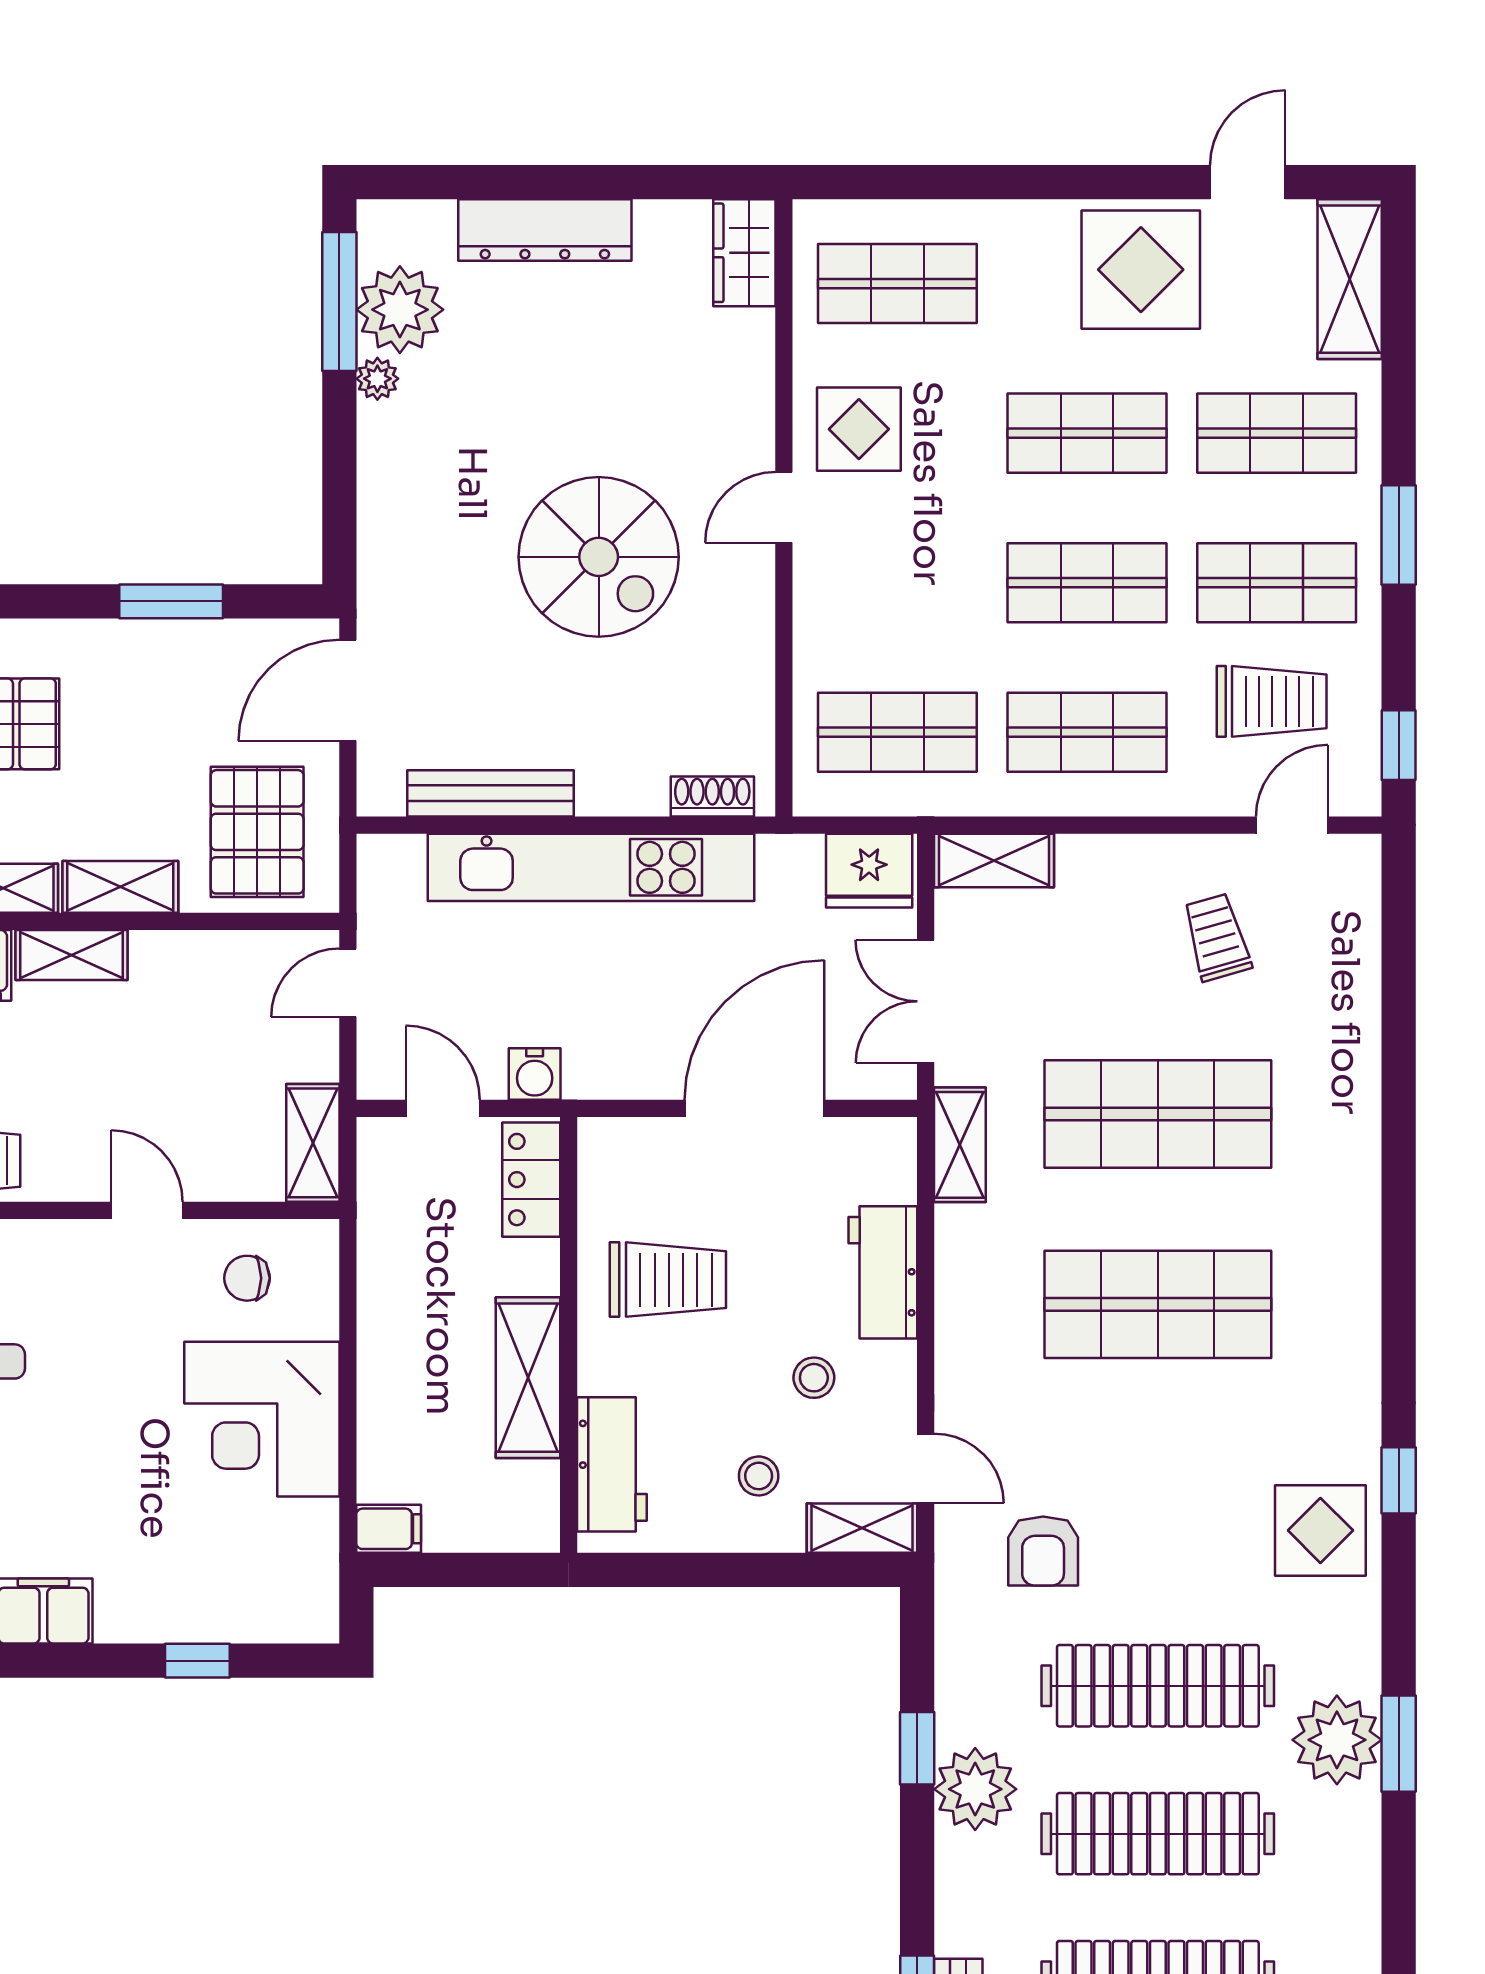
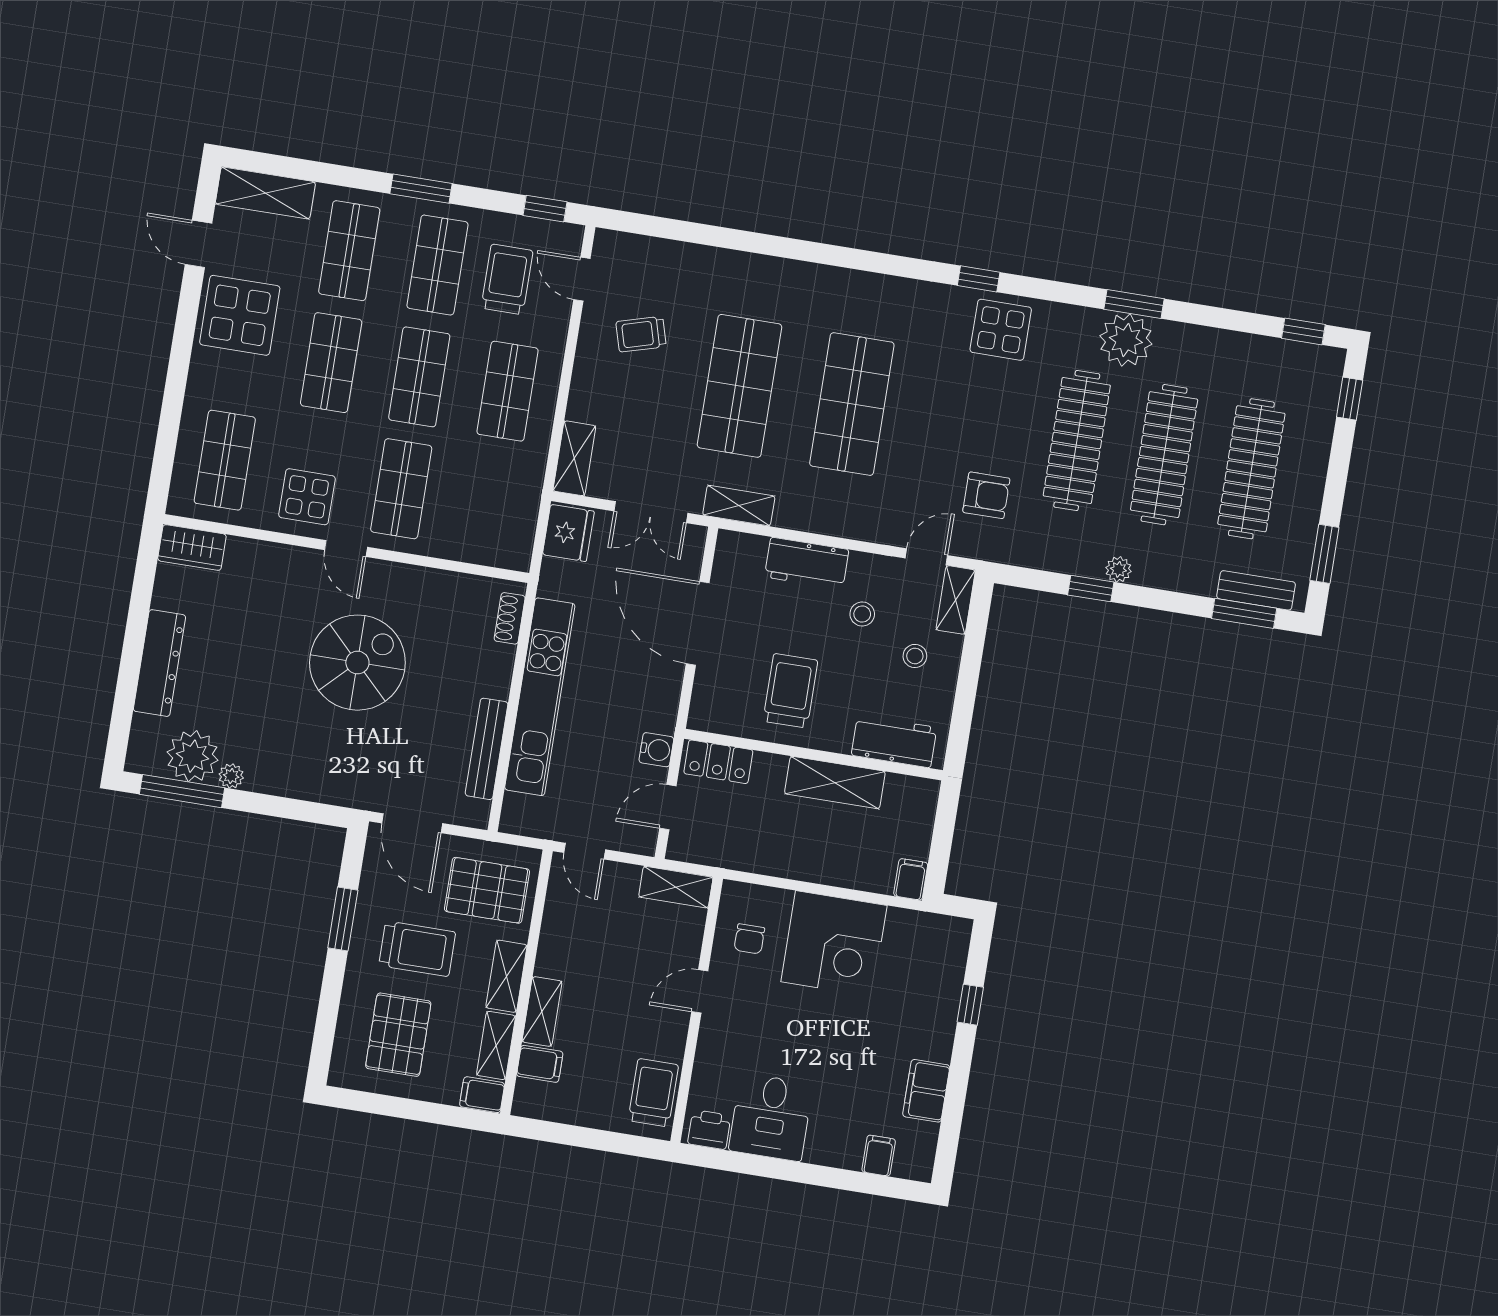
trolley: (142, 732) -> (417, 949), added
shop shelf: (897, 732) -> (401, 489), moved
plant: (975, 1789) -> (1118, 569), width x0.53, depth x0.53

